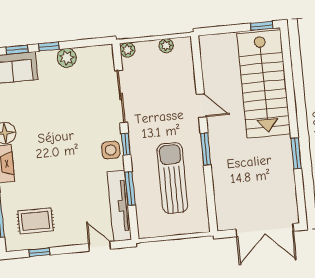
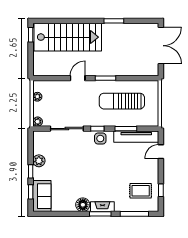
rug: (36, 221) -> (141, 191), turned 90

